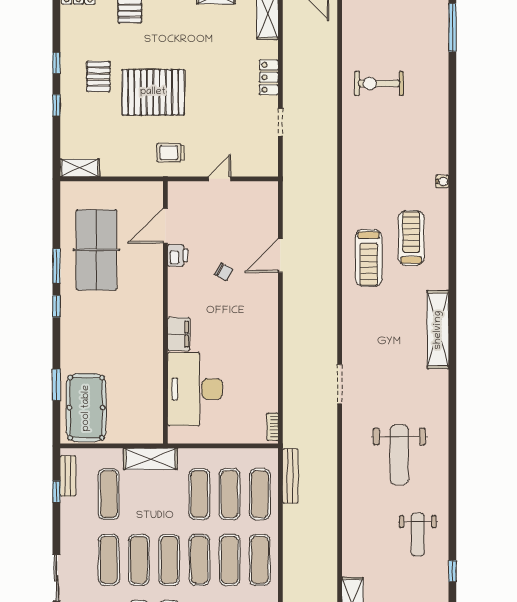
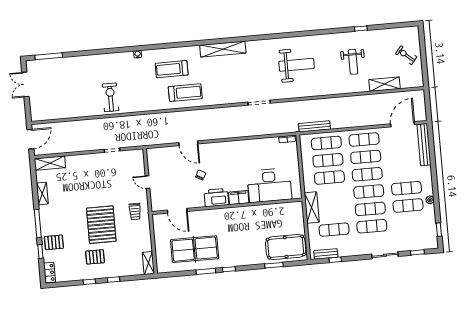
locker: (269, 77) -> (87, 159), removed
exercise bike: (379, 83) -> (110, 97), moved, turned 180
printer: (178, 255) -> (216, 198), moved, width x1.87, depth x1.48
weight bench: (418, 535) -> (353, 62), moved, turned 90

